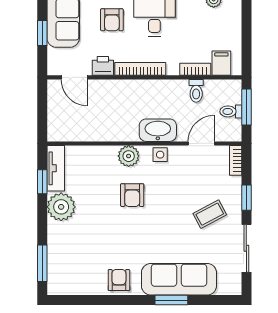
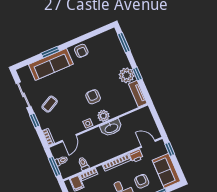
window: (42, 33) -> (170, 149), moved
washbasin: (158, 130) -> (111, 128), moved
window: (42, 182) -> (137, 74), moved

